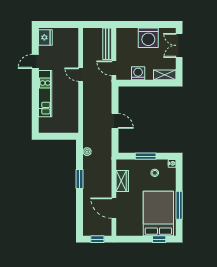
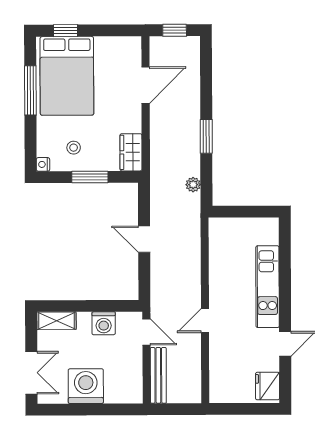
door: (81, 75) -> (205, 321), swing flipped
wardrobe: (122, 181) -> (131, 152), moved
door: (114, 208) -> (146, 85), hinge flipped

